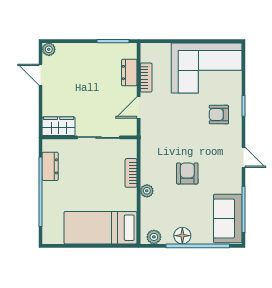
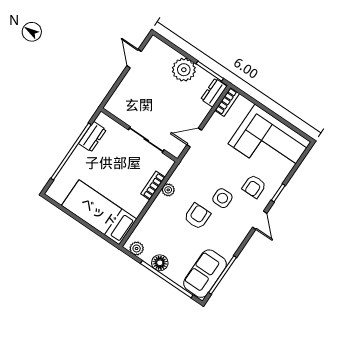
plant: (49, 49) -> (184, 70), moved, width x1.88, depth x1.88
dresser: (129, 73) -> (214, 93), moved
bookcase: (146, 77) -> (227, 102), moved
armchair: (219, 115) -> (254, 186), turned -90
wardrobe: (59, 126) -> (121, 109), removed
side table: (198, 143) -> (222, 198), added
door: (243, 157) -> (260, 220), moved
plant: (147, 191) -> (168, 190), moved

